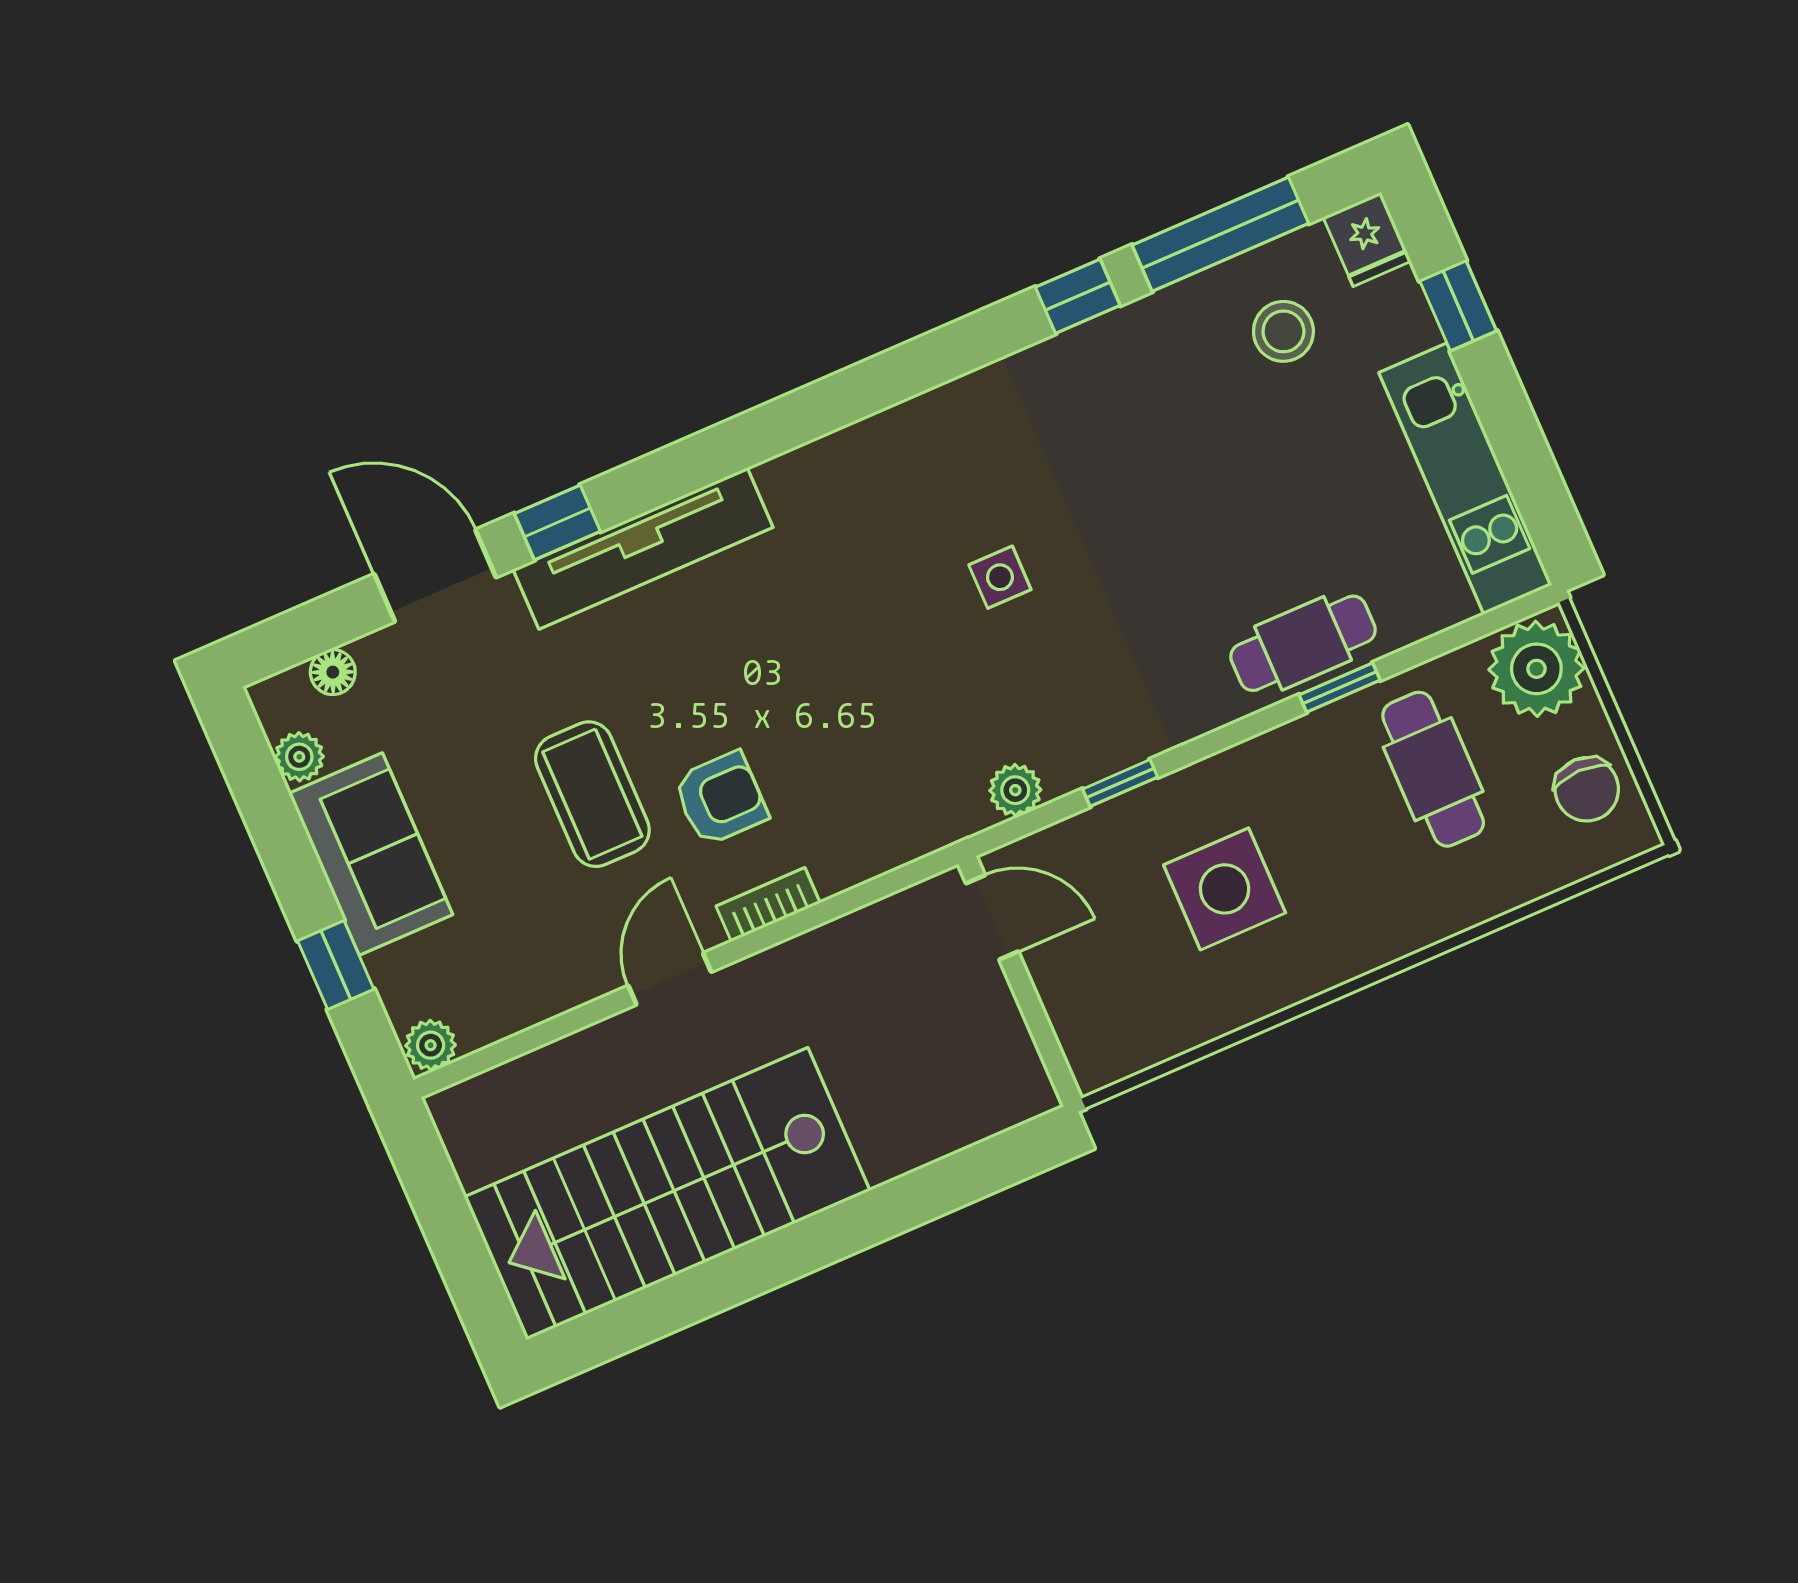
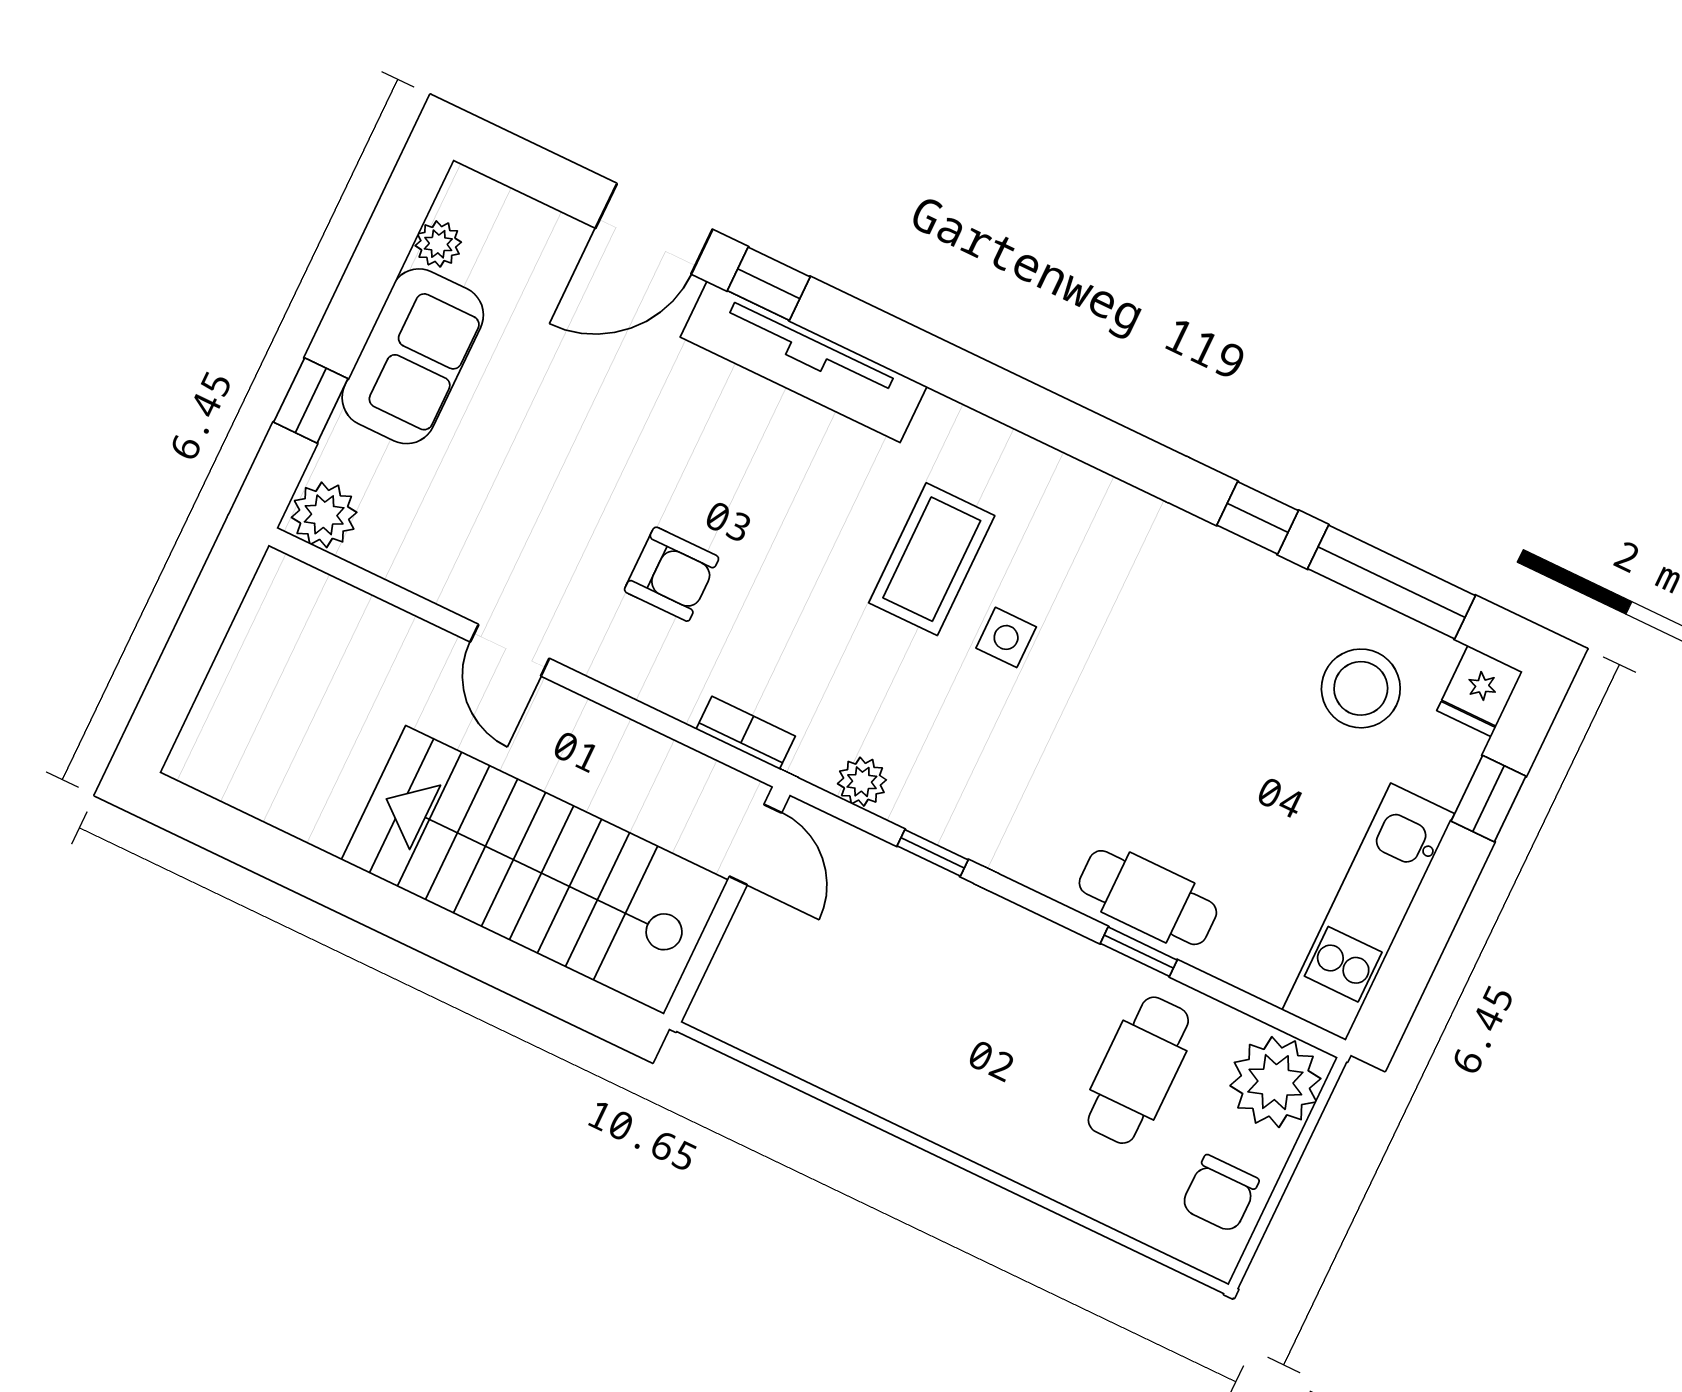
stool: (1283, 331) -> (1361, 688), width x1.38, depth x1.38
door: (435, 576) -> (654, 229), swing flipped
floor lamp: (333, 672) -> (520, 215), removed
coffee table: (592, 794) -> (932, 559), moved
side table: (1225, 889) -> (921, 995), removed
bookcase: (768, 905) -> (746, 733), moved
door: (670, 979) -> (510, 650), swing flipped
plant: (431, 1045) -> (324, 515), width x1.38, depth x1.38
stairs: (667, 1194) -> (535, 870), moved

